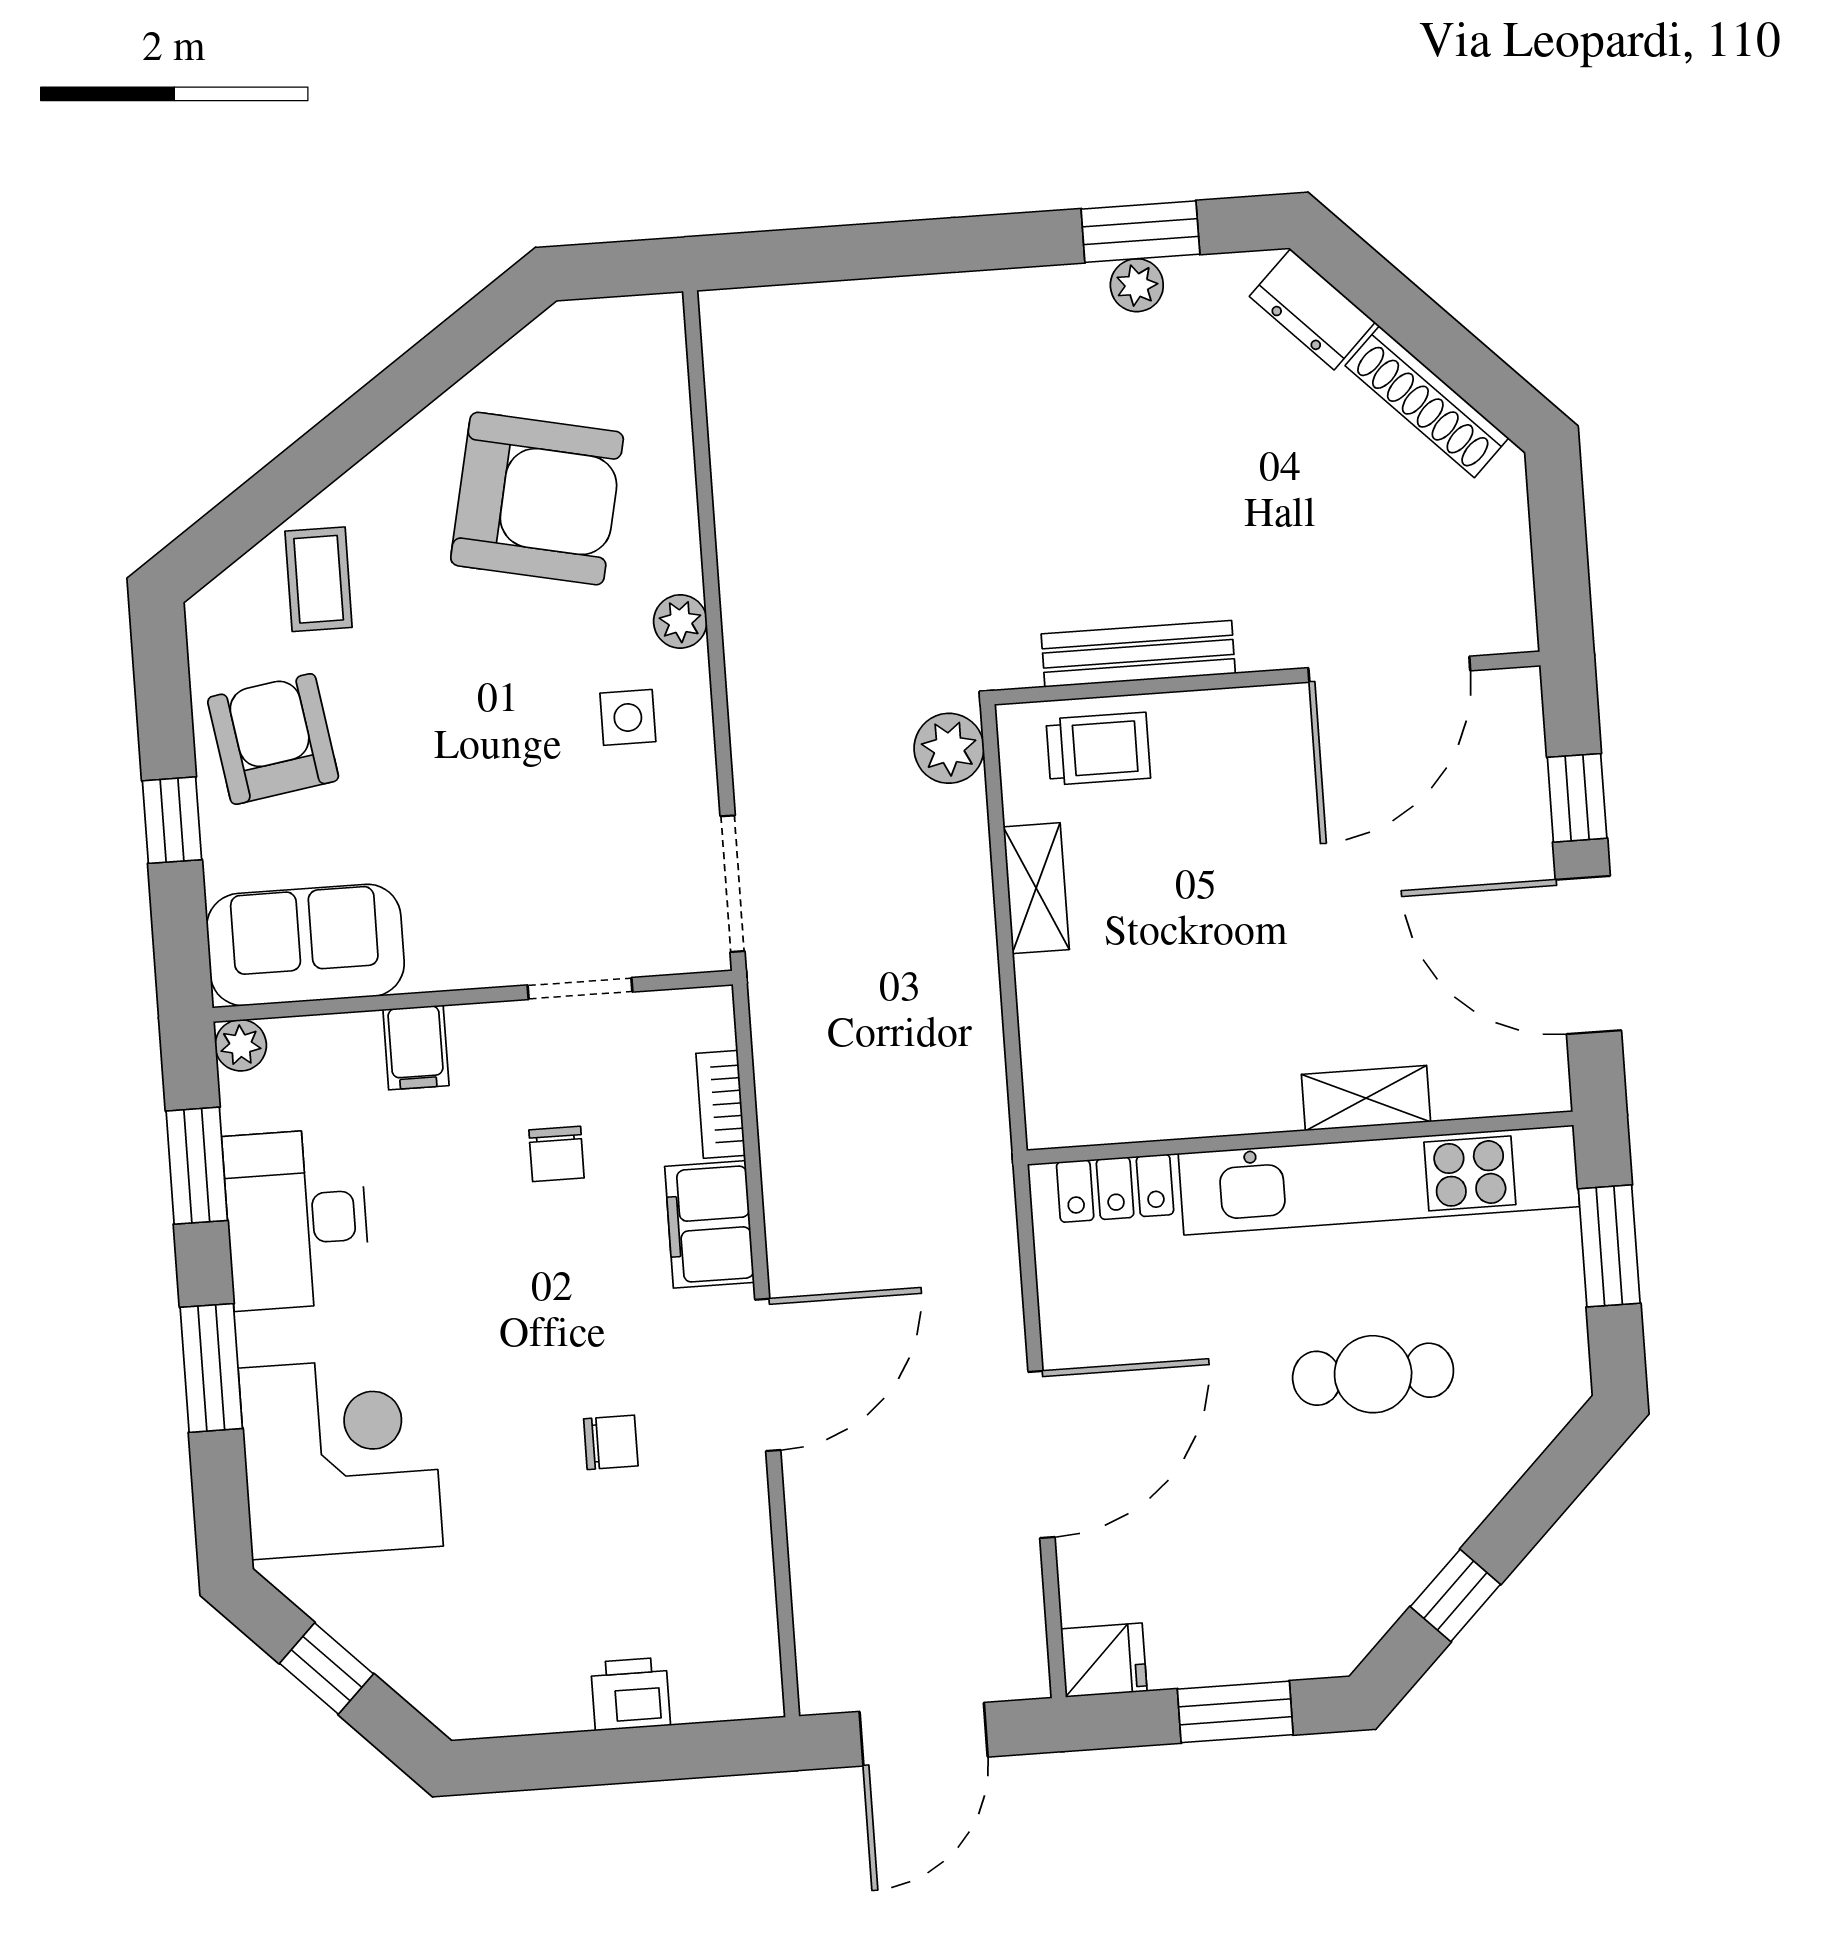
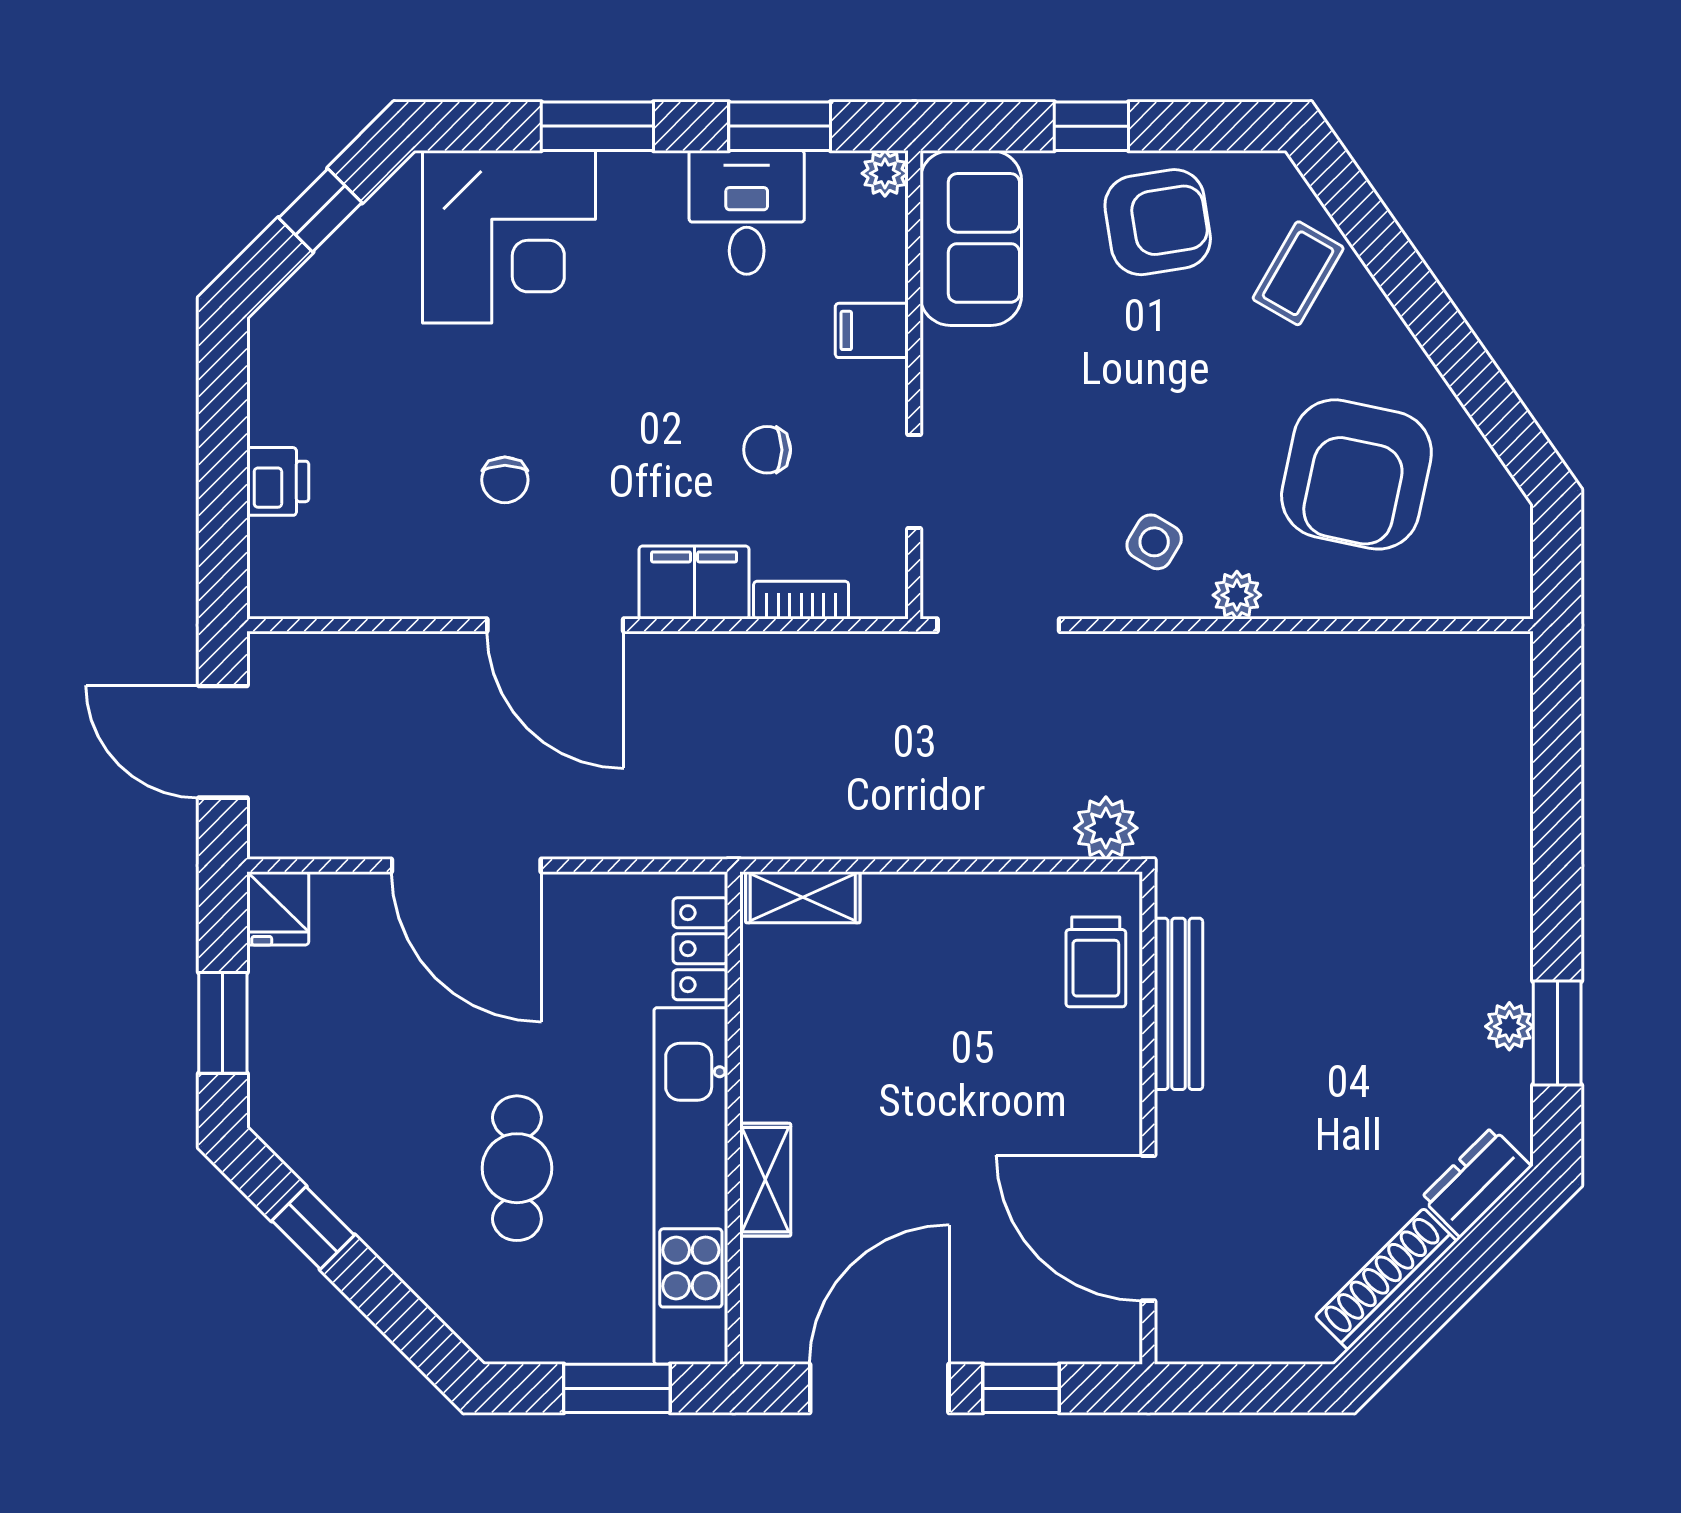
coffee table: (319, 579) -> (1298, 273), turned -60
side table: (628, 717) -> (1154, 542), turned 31
shelving: (1036, 888) -> (803, 897), moved
desk: (297, 1219) -> (747, 212), width x0.73

